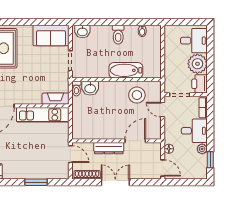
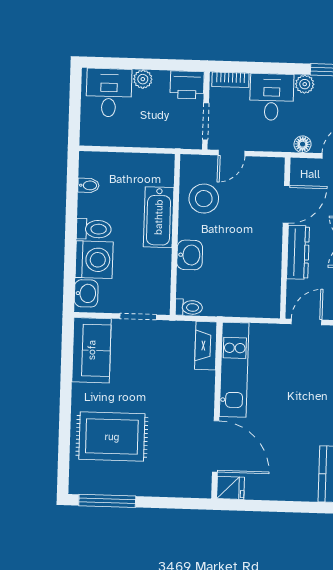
washing machine: (101, 35) -> (94, 260), added
plant: (197, 64) -> (143, 79), width x0.53, depth x0.53
washbasin: (90, 88) -> (190, 255), moved
door: (135, 141) -> (286, 204), swing flipped

